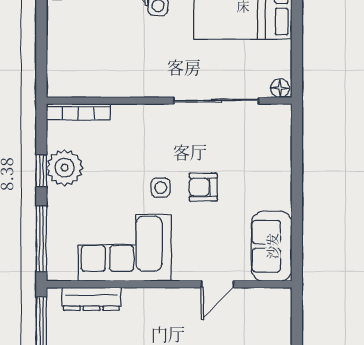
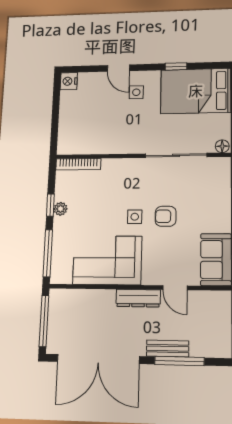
plant: (65, 168) -> (60, 209), width x0.53, depth x0.53
door: (217, 284) -> (175, 288), hinge flipped
dresser: (91, 299) -> (138, 298), moved

